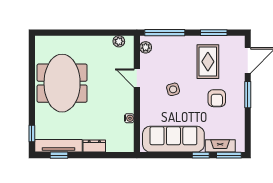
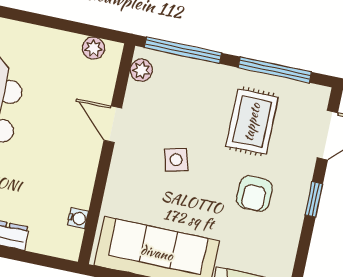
window: (214, 33) -> (275, 70), width x1.44
window: (248, 95) -> (314, 199), width x0.67
water cooler: (129, 118) -> (78, 218), moved

